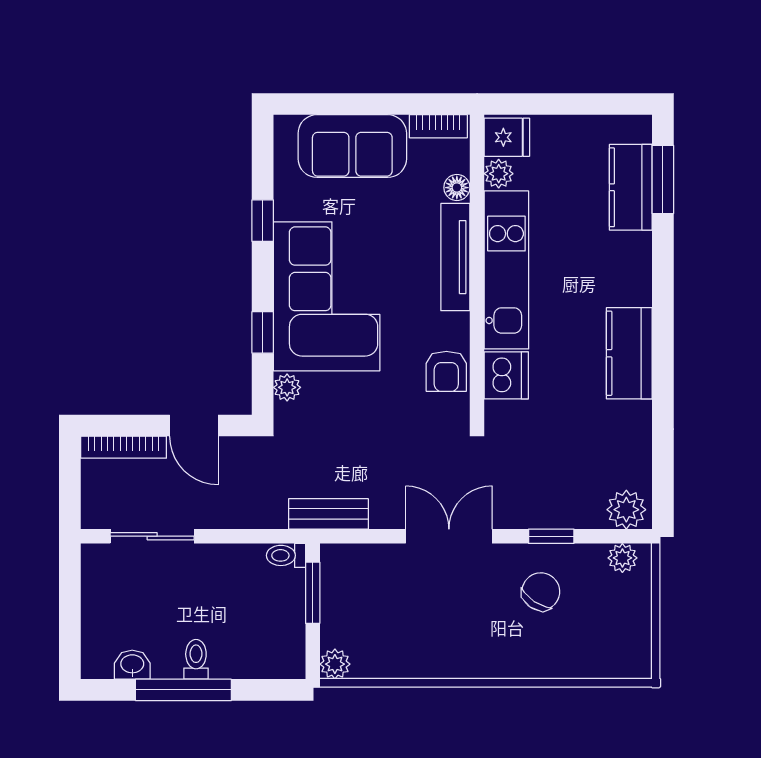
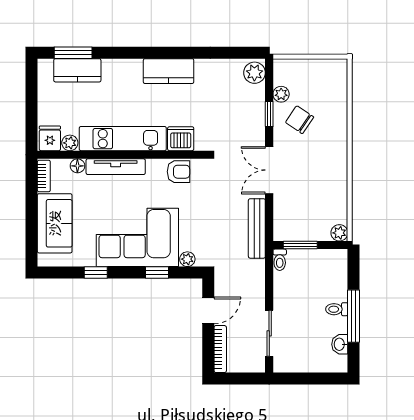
bench: (328, 514) -> (257, 228), width x1.36
plant: (622, 558) -> (281, 94), moved

